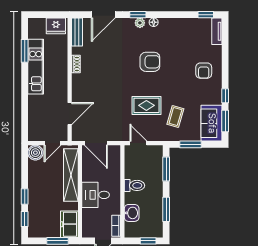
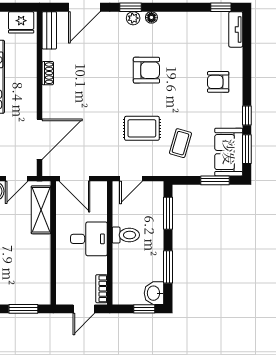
armchair: (204, 71) -> (218, 82), turned 90
door: (70, 114) -> (39, 139), width x1.36
door: (138, 143) -> (131, 179), swing flipped
window: (191, 144) -> (215, 180), moved
shelving: (71, 175) -> (41, 210), width x0.68
desk: (96, 195) -> (89, 239), moved, turned 180
washbasin: (132, 213) -> (154, 293), moved, turned 180
freezer: (69, 224) -> (39, 287), removed

